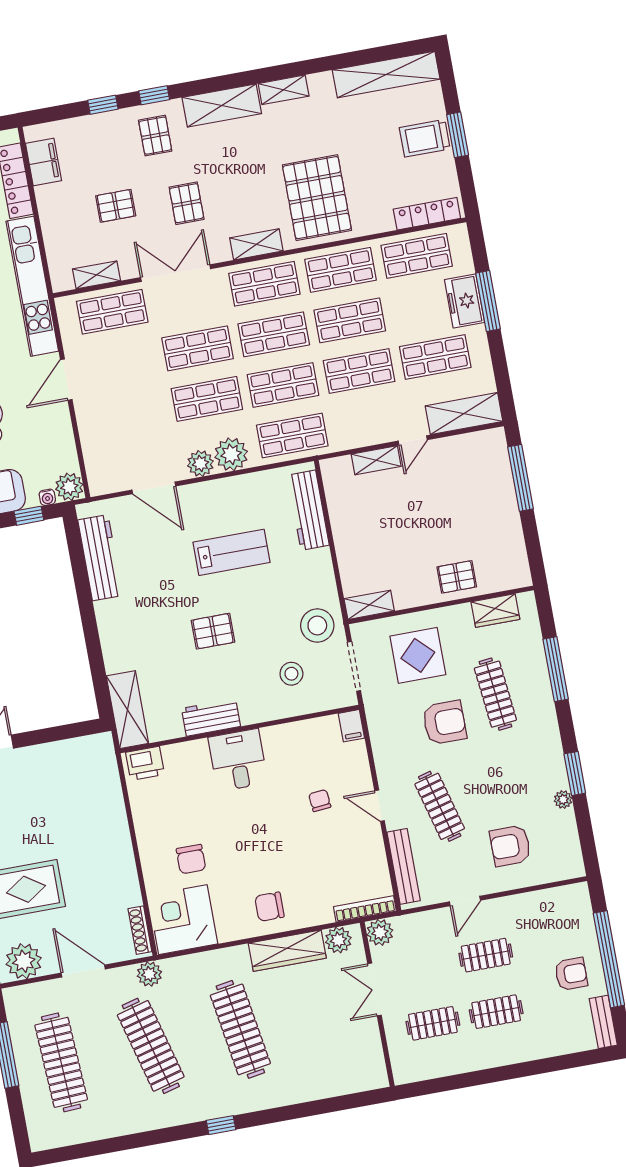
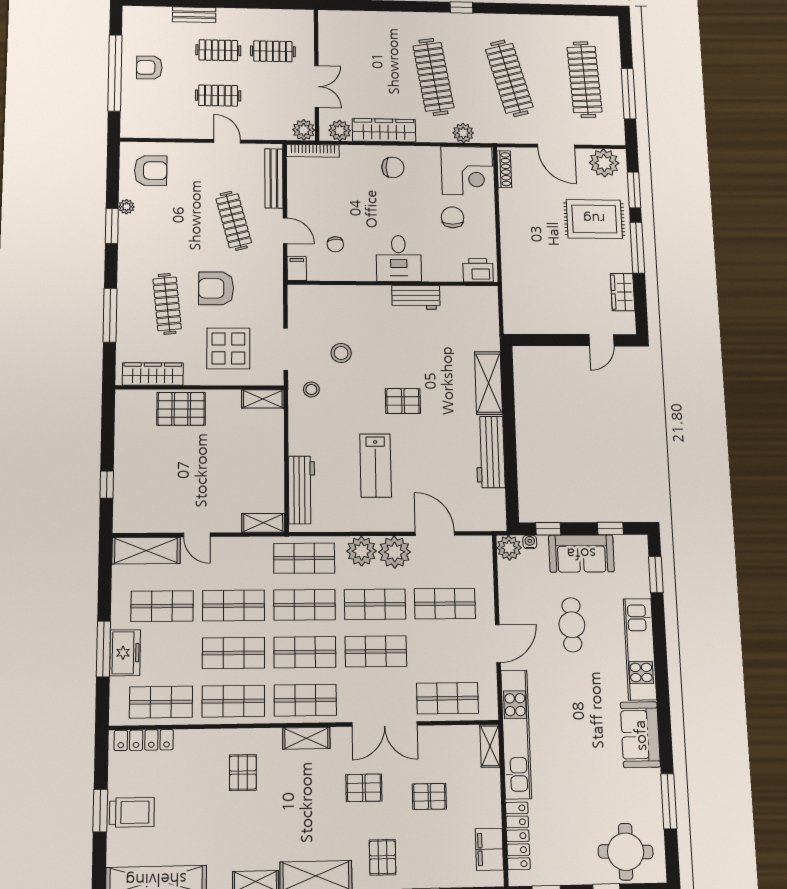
pallet: (317, 198) -> (243, 773), width x0.49, depth x0.50
pallet: (187, 203) -> (364, 788), turned 90
shelving: (96, 275) -> (490, 746), moved, turned 90
shop shelf: (131, 413) -> (445, 604), added
door: (413, 440) -> (197, 535), swing flipped
shelving: (376, 460) -> (263, 523), moved
plant: (200, 464) -> (395, 552), width x1.36, depth x1.36
window: (521, 478) -> (107, 485), width x0.46
lab bench: (232, 552) -> (376, 465), turned -90
workbench: (100, 558) -> (490, 452), moved
pallet: (457, 577) -> (181, 409), width x1.50, depth x1.42
wardrobe: (495, 611) -> (153, 374), width x1.50
stool: (317, 625) -> (311, 389), width x0.53, depth x0.53
shelving: (127, 710) -> (488, 383), moved
workbench: (211, 717) -> (416, 297), moved
filing cabinet: (351, 726) -> (297, 269), moved
wall: (239, 729) -> (393, 283), moved
desk: (238, 760) -> (399, 258), moved
printer: (145, 763) -> (478, 270), moved
armchair: (510, 846) -> (151, 170), moved
door: (465, 901) -> (227, 141), hinge flipped
plant: (149, 974) -> (463, 133), moved
bench: (603, 1022) -> (194, 15), moved, turned 90

